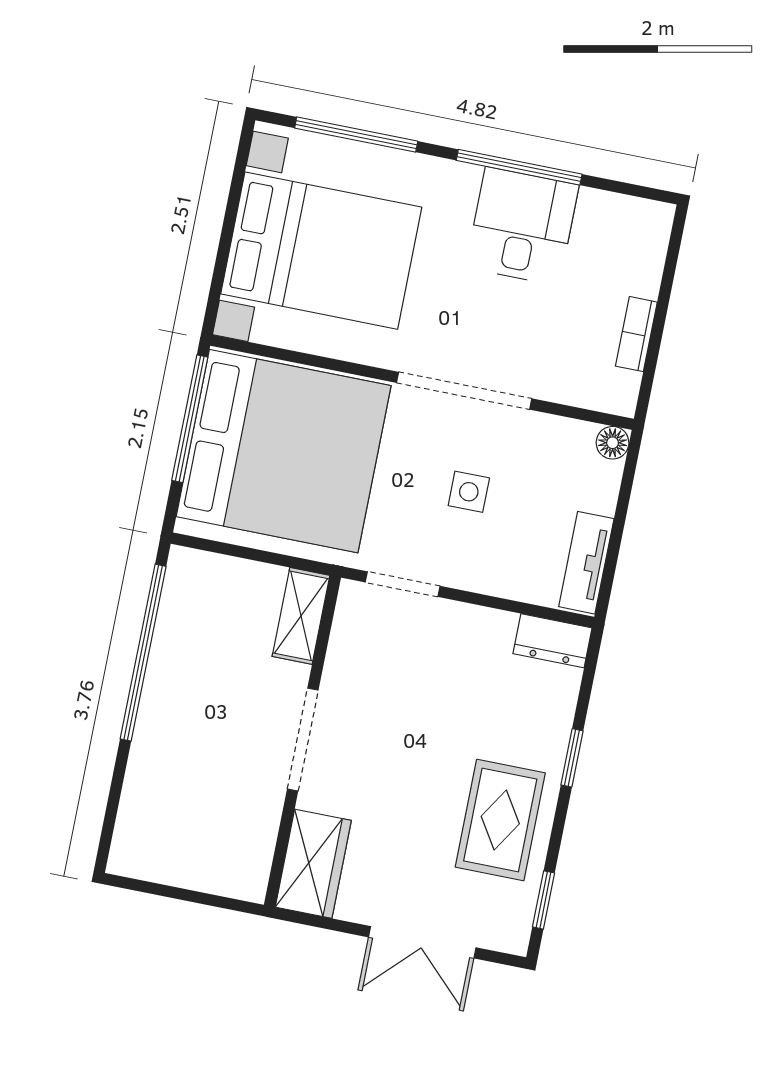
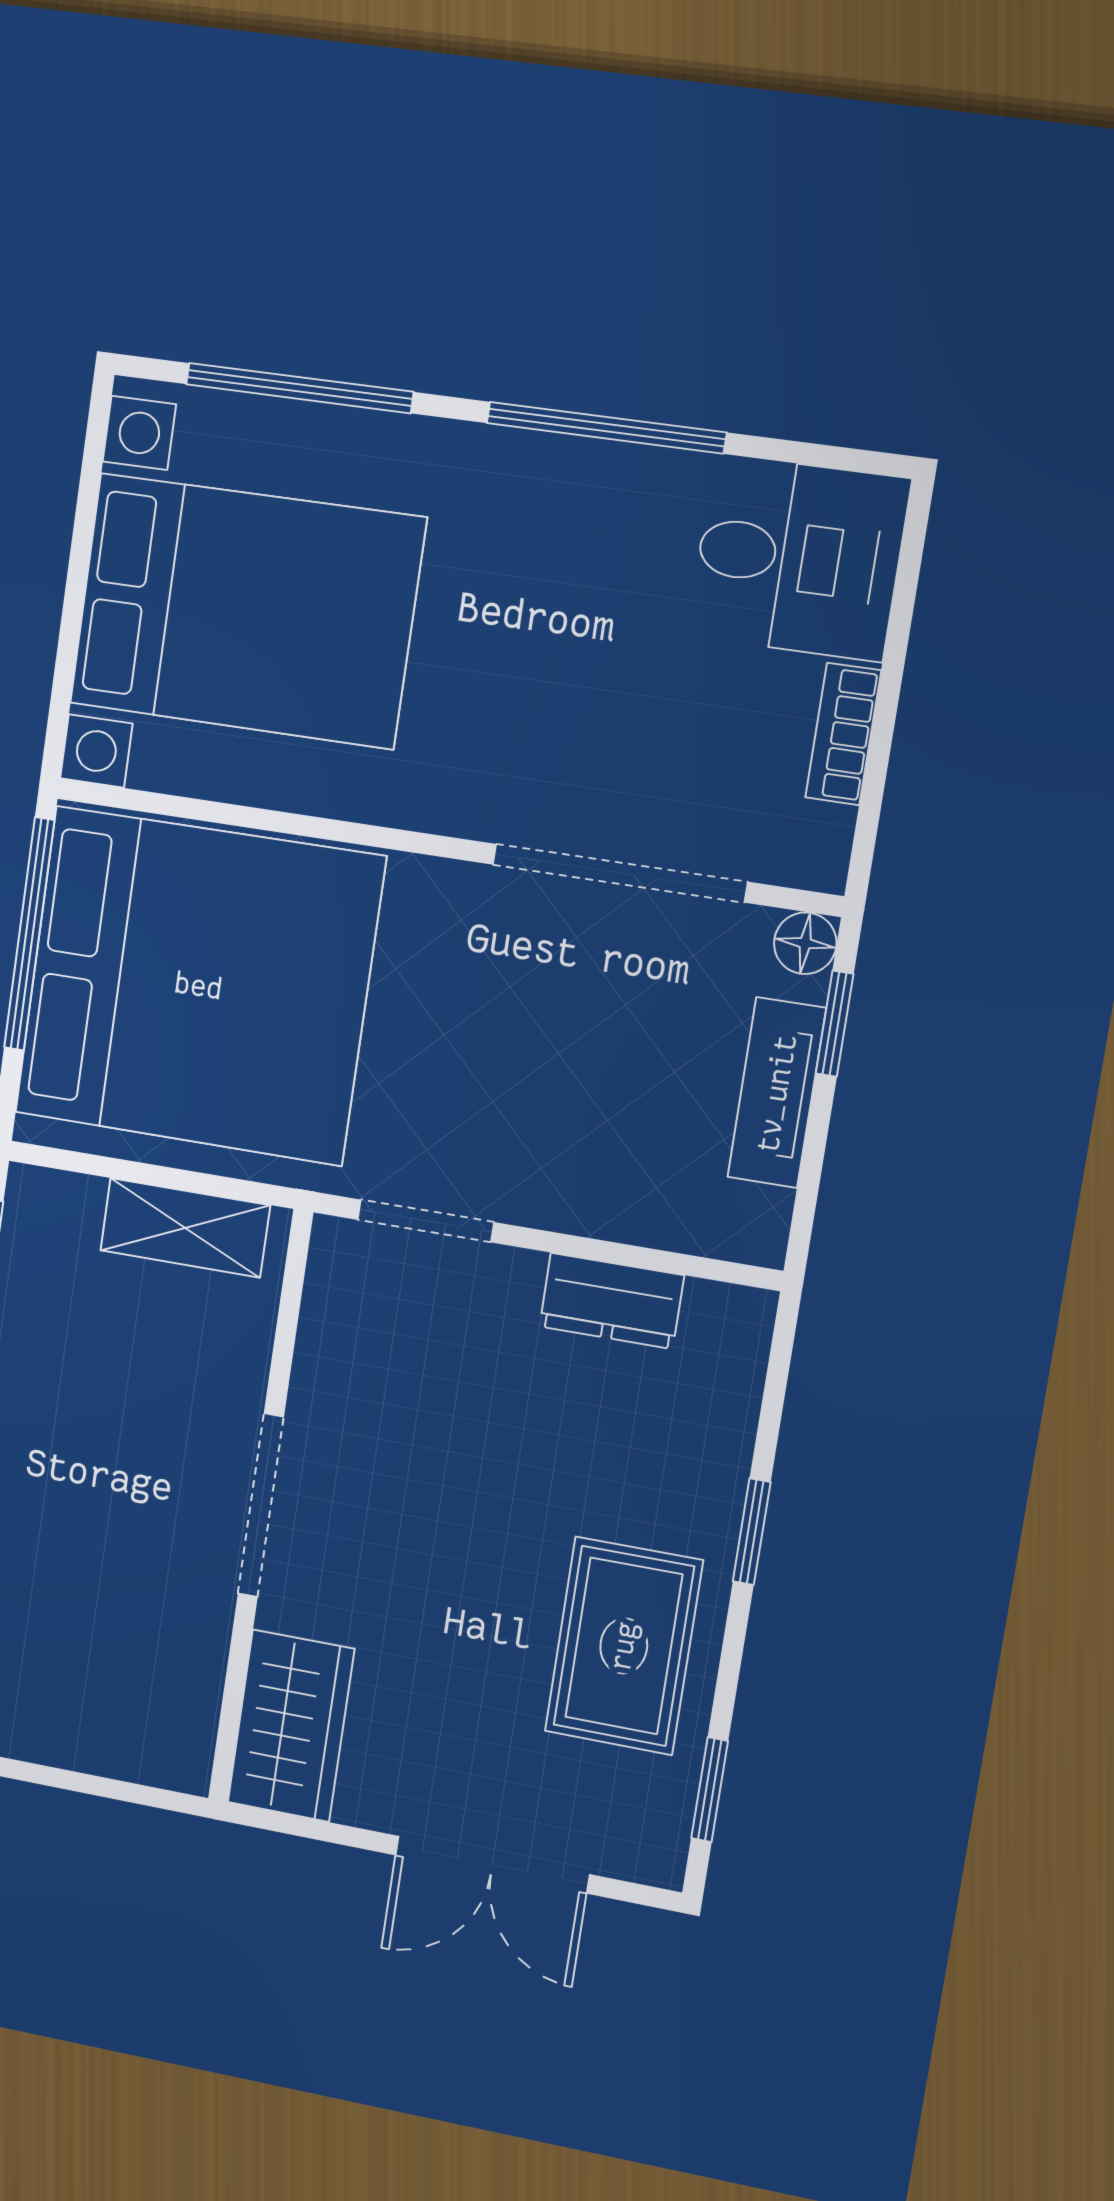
desk: (522, 226) -> (799, 558), moved, turned 90
doorway: (464, 391) -> (619, 873), moved
window: (626, 486) -> (835, 1024), added
side table: (469, 492) -> (539, 1046), removed
tv unit: (586, 563) -> (777, 1093), moved
shelving: (301, 616) -> (185, 1228), moved, turned 90
dresser: (552, 641) -> (612, 1301), moved

